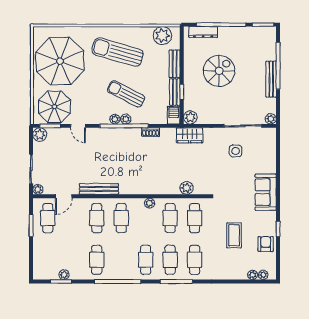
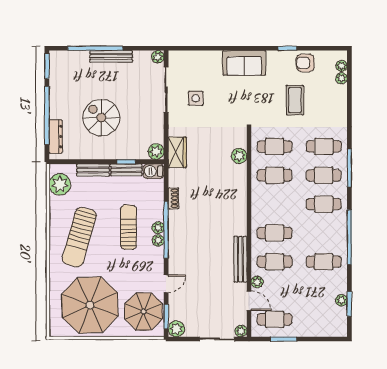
sun lounger: (126, 94) -> (128, 227), turned 153
plant: (149, 203) -> (257, 282), moved
coffee table: (234, 235) -> (295, 100), turned 90

